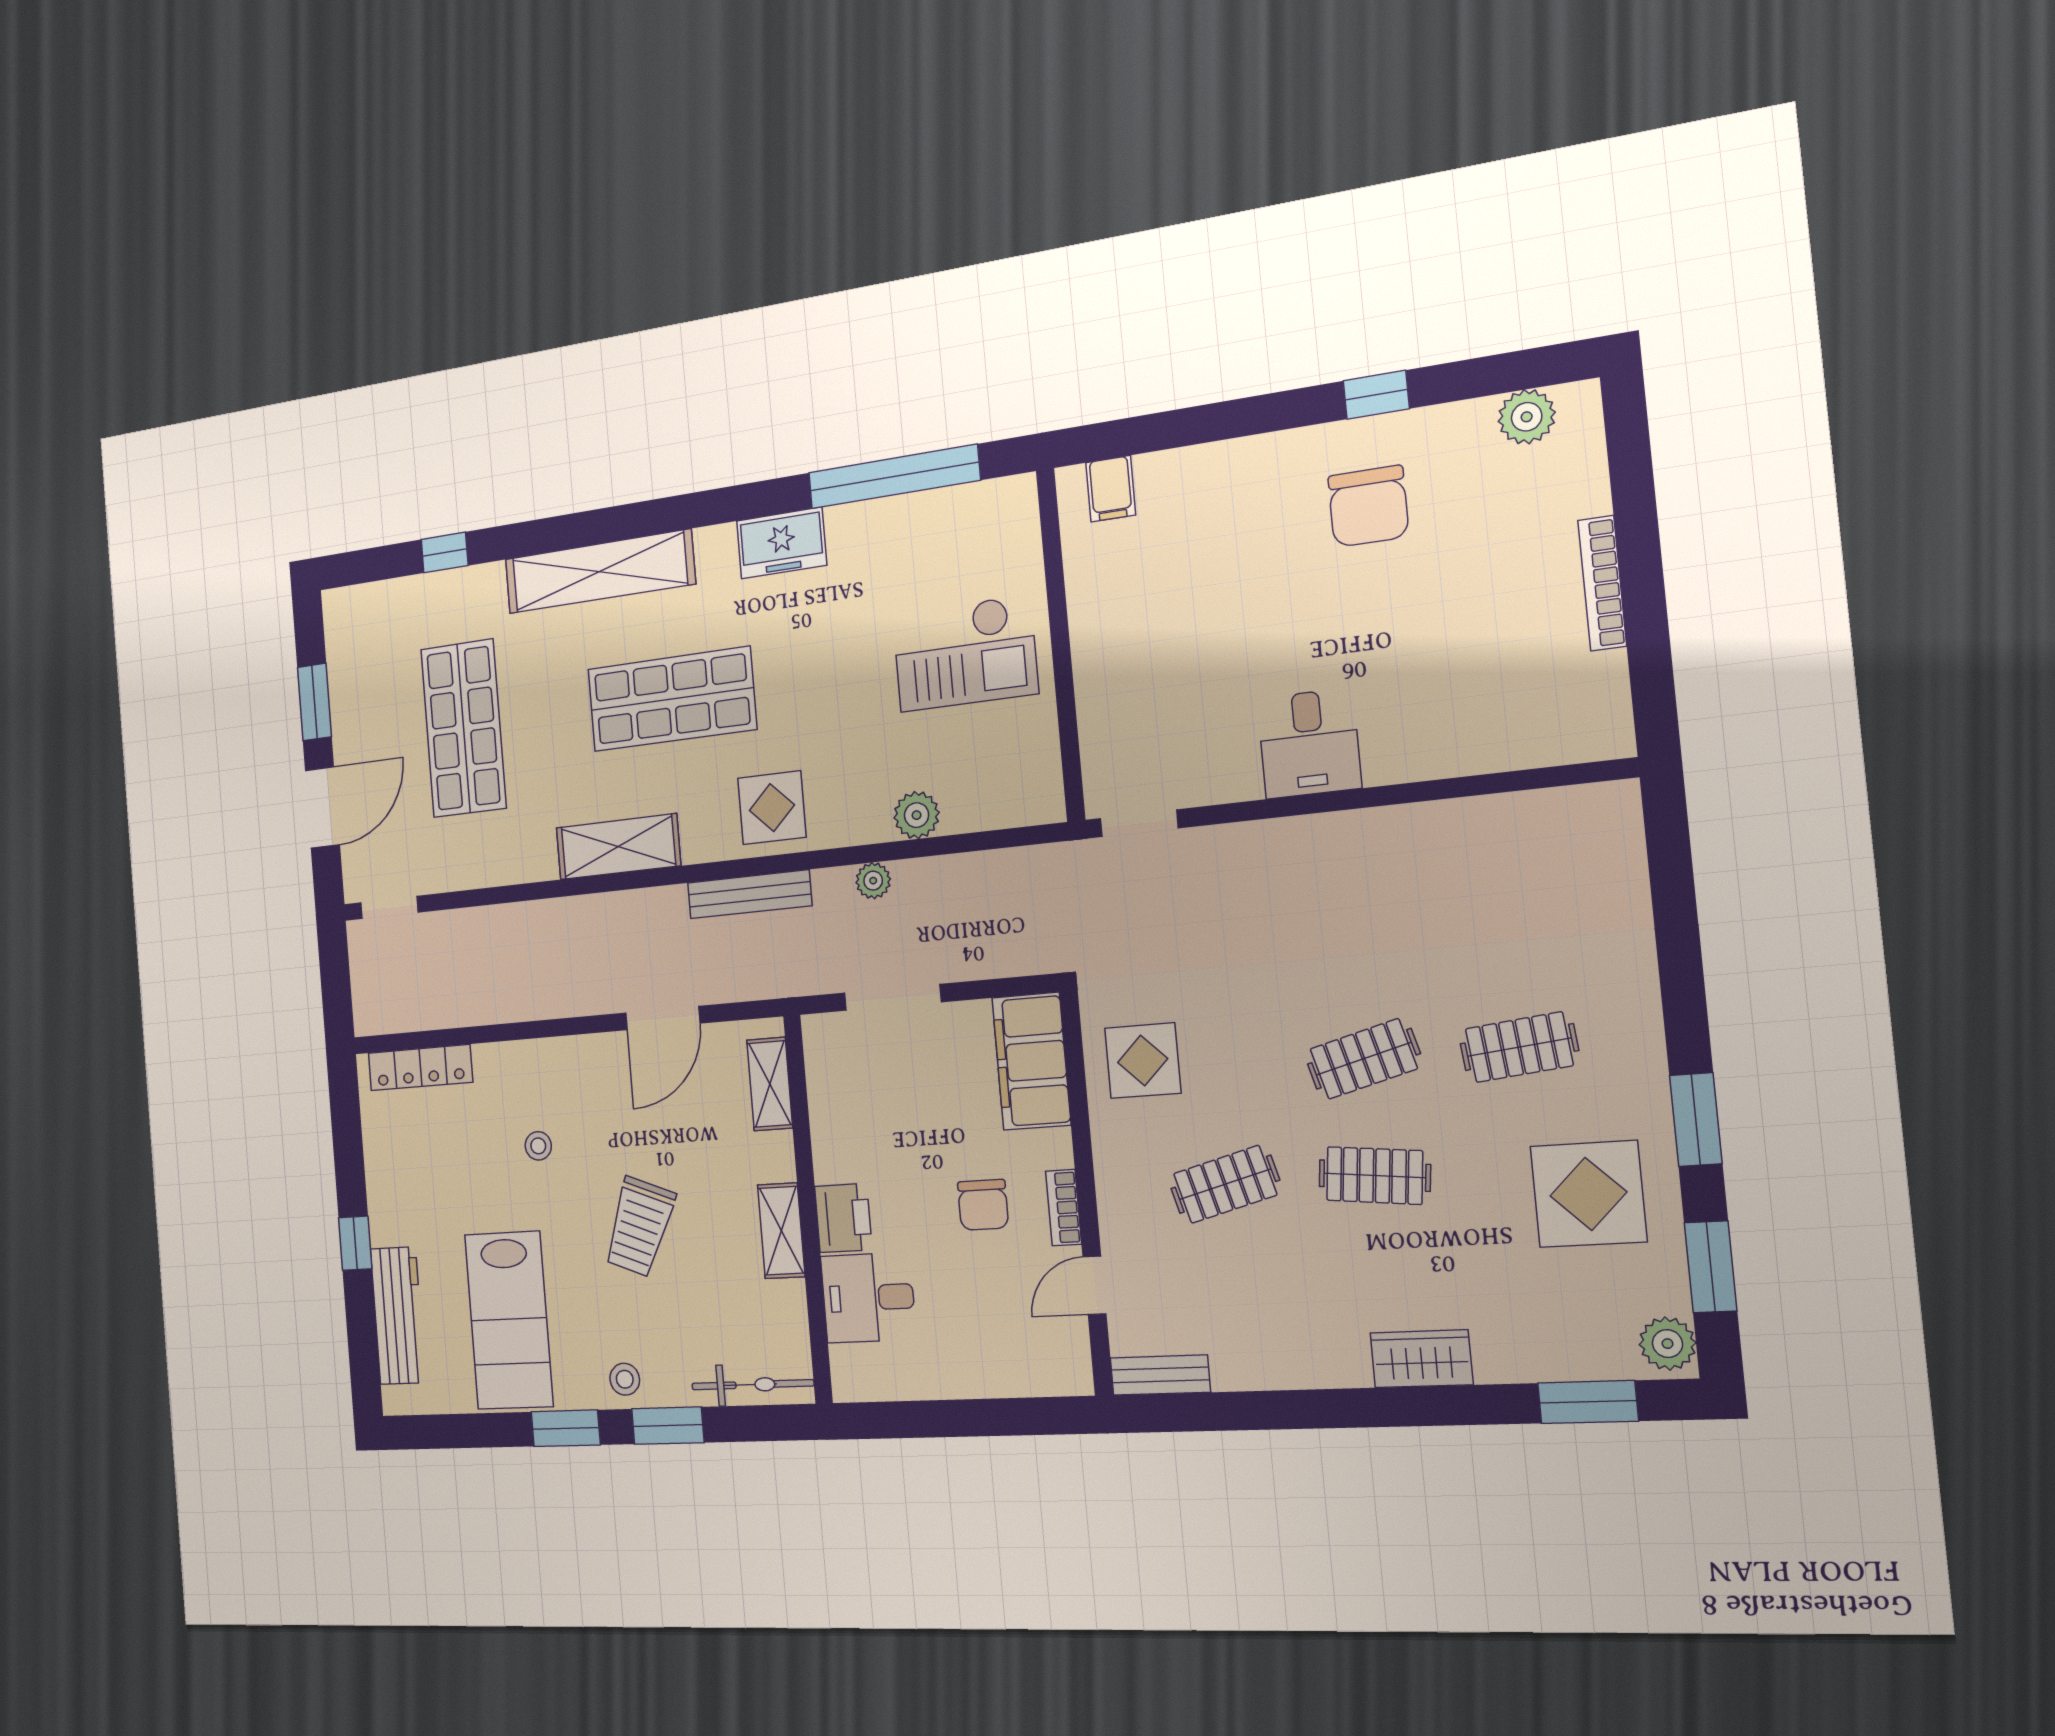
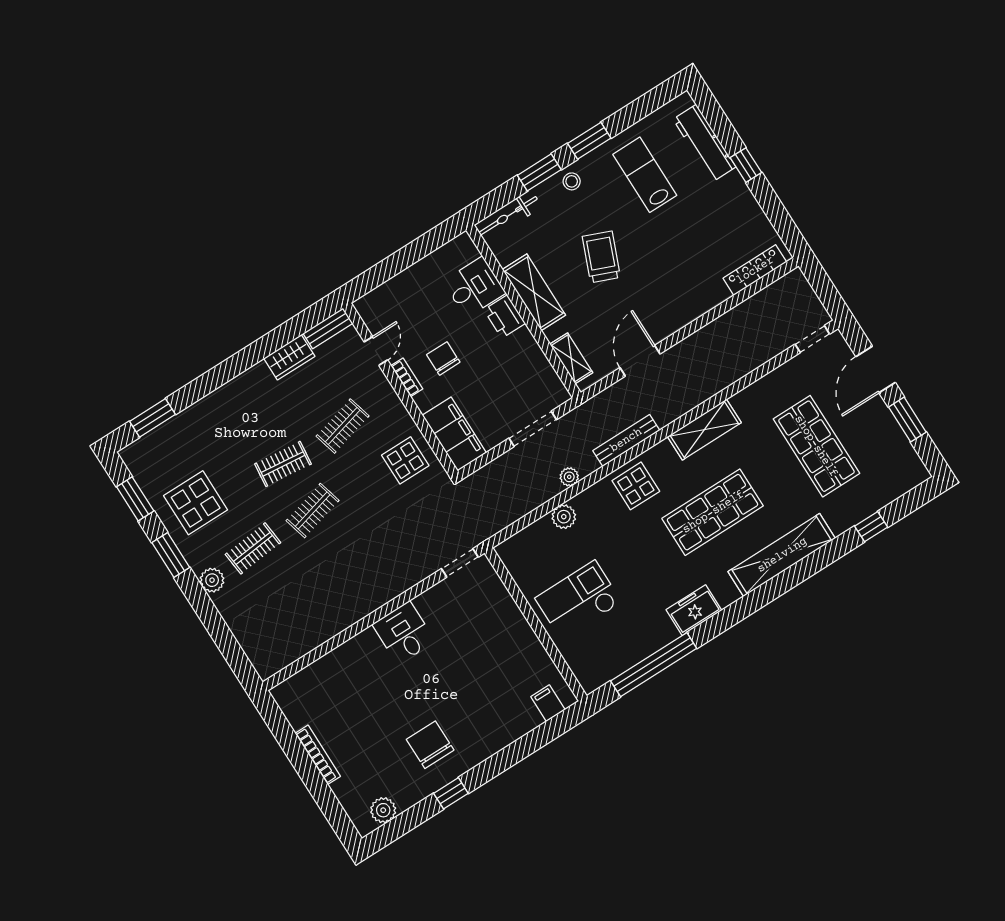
stool: (538, 1146) -> (673, 266), removed
shelving: (781, 1231) -> (534, 292), width x1.50, depth x1.33
lab bench: (509, 1320) -> (645, 175), width x0.73, depth x0.72
plant: (1668, 1344) -> (212, 580), moved
wardrobe: (1421, 1359) -> (289, 357), moved

